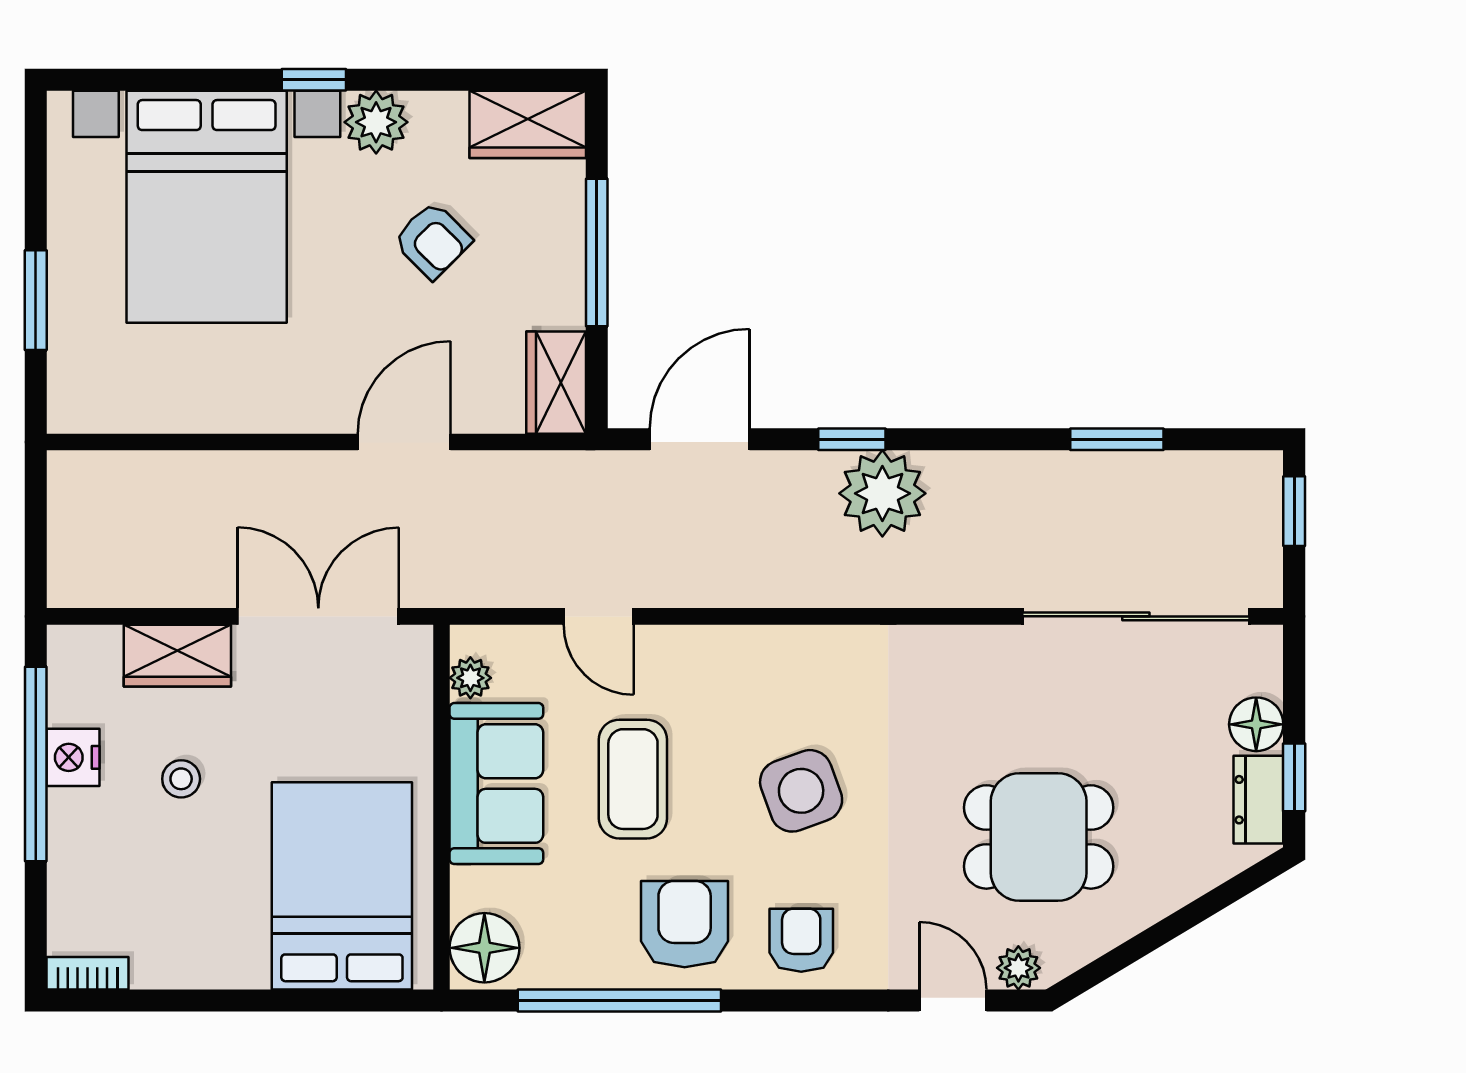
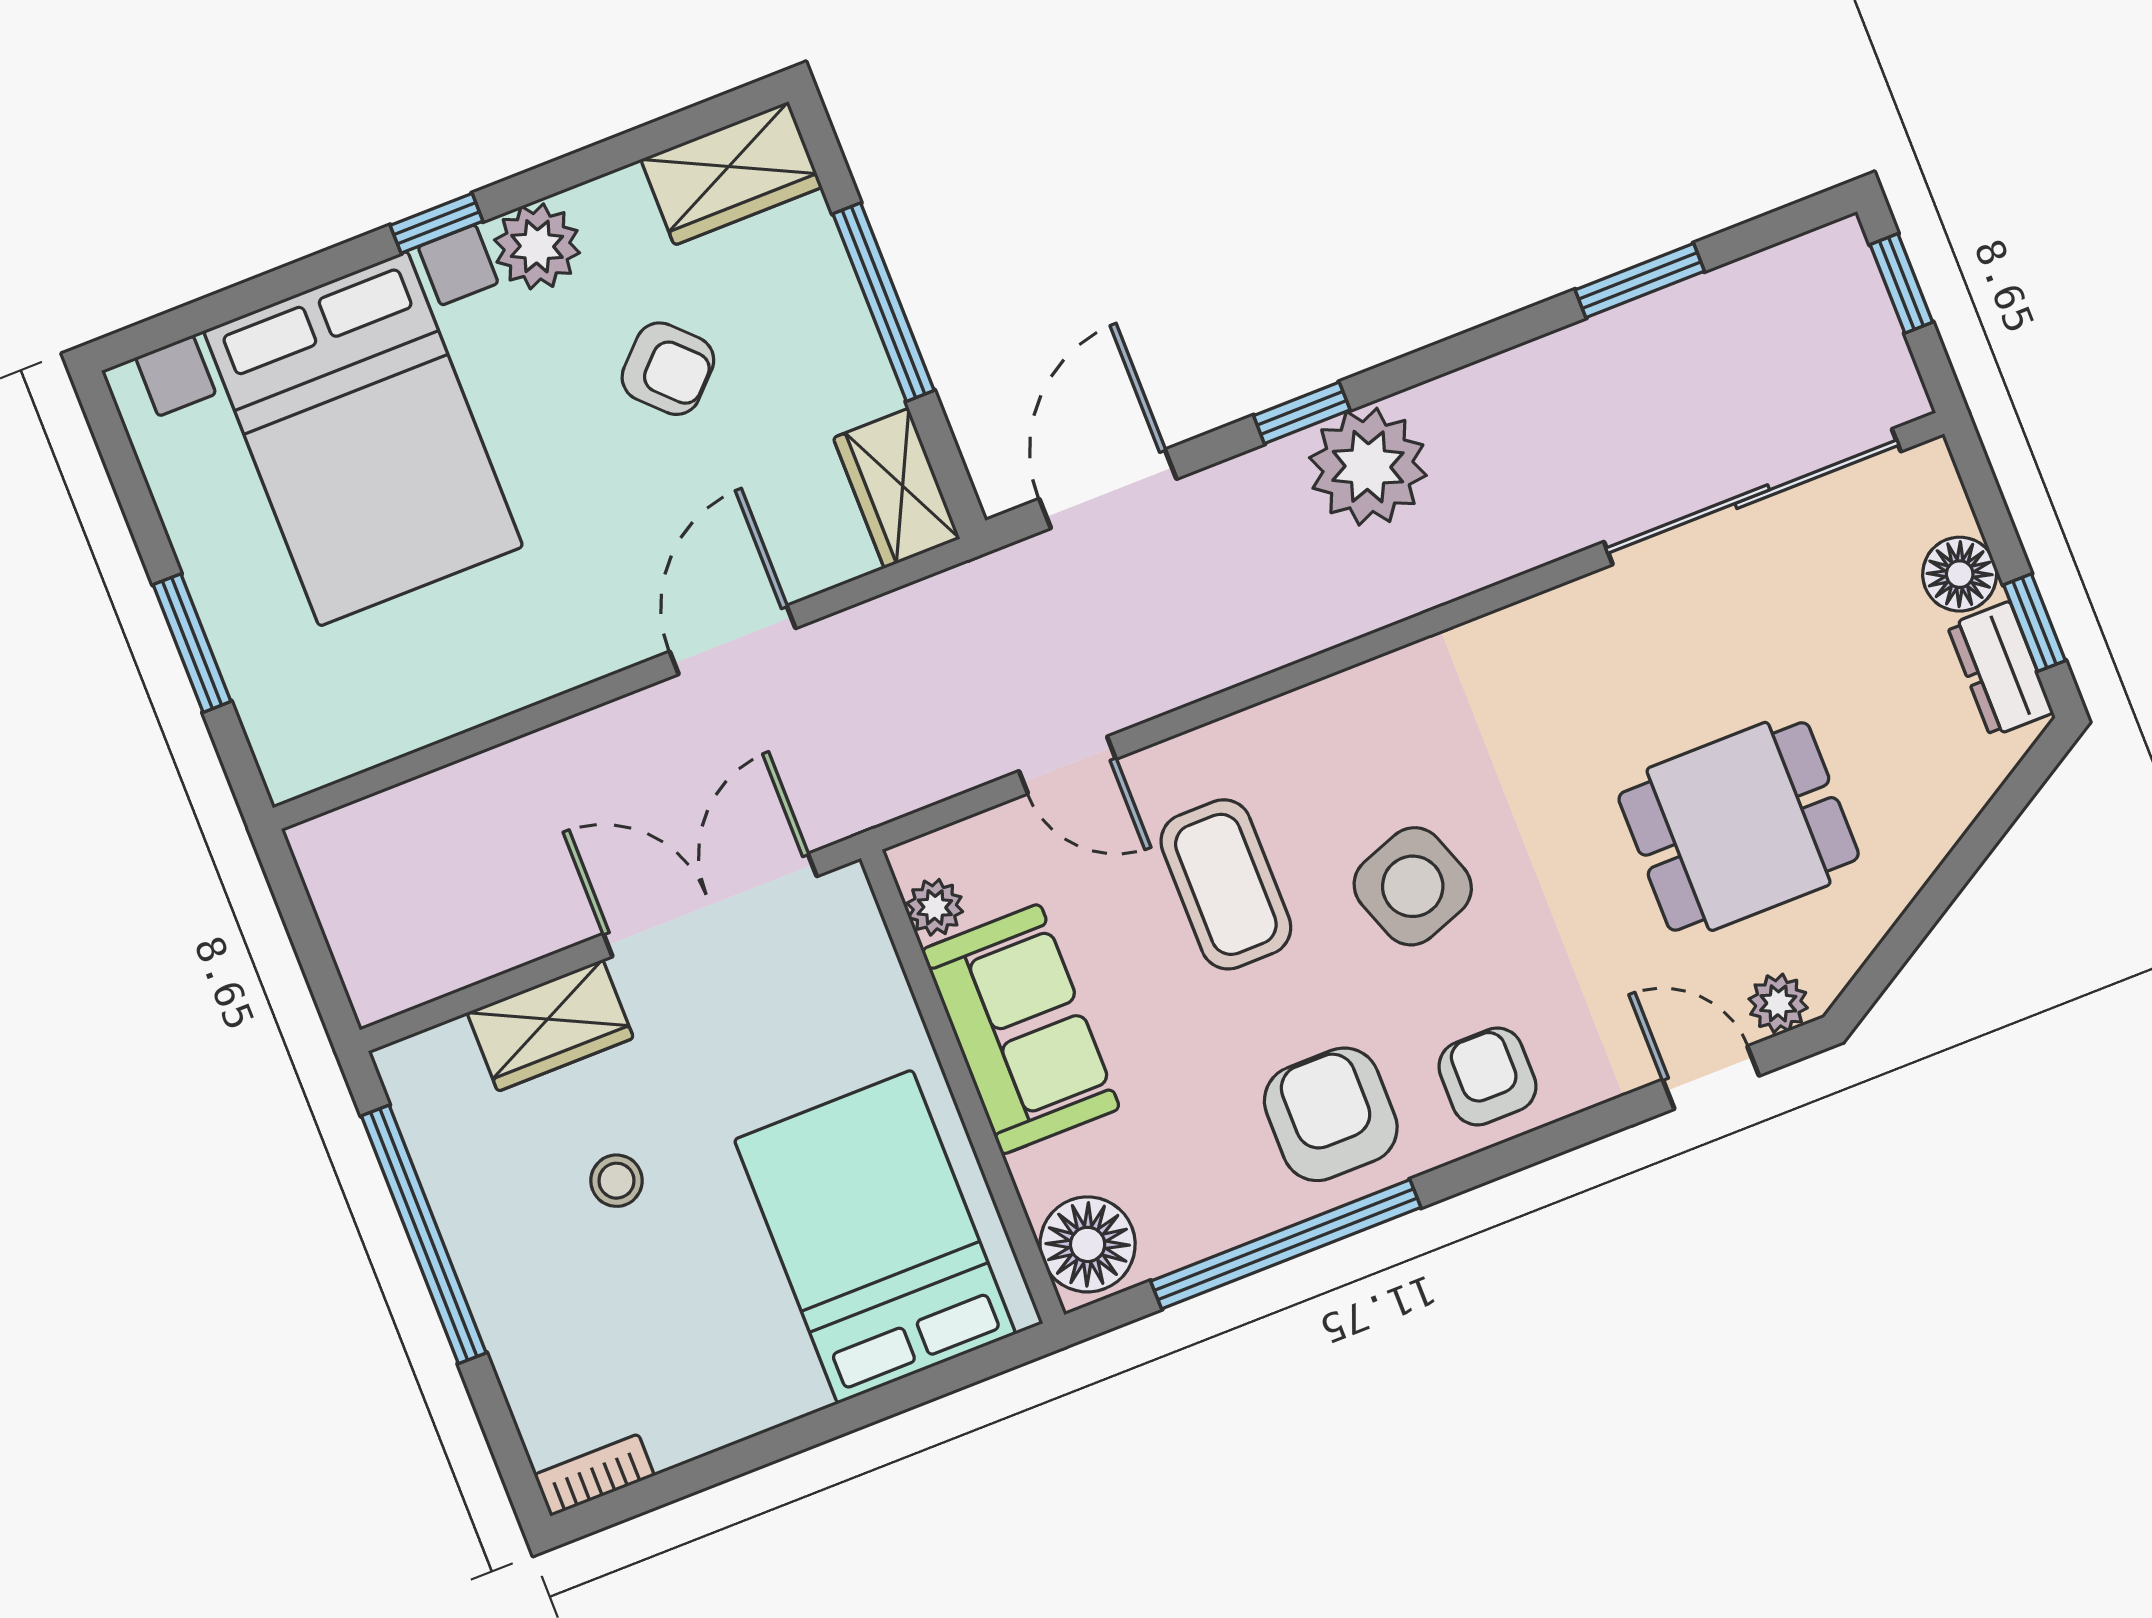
nightstand: (73, 757) -> (468, 1207), removed
coffee table: (633, 779) -> (1226, 884), moved

